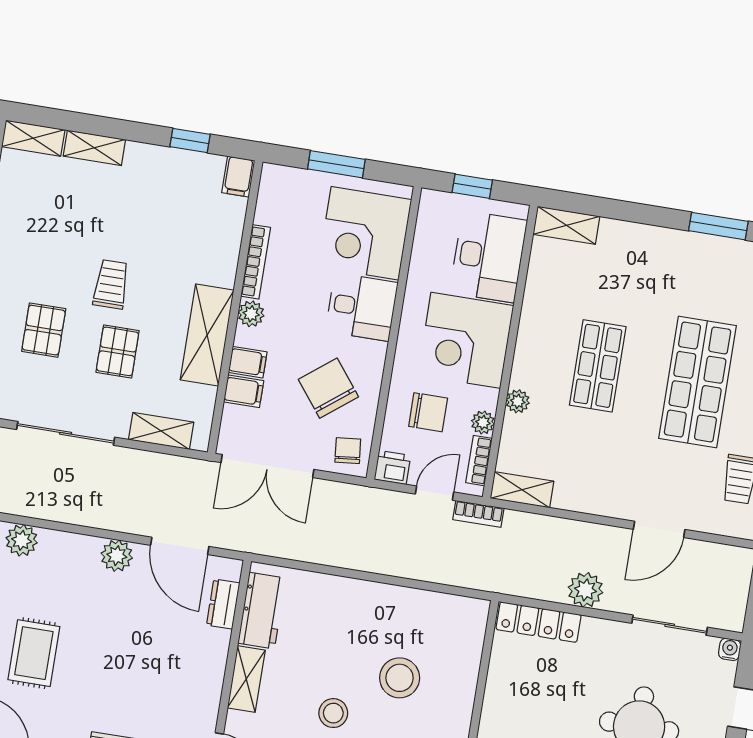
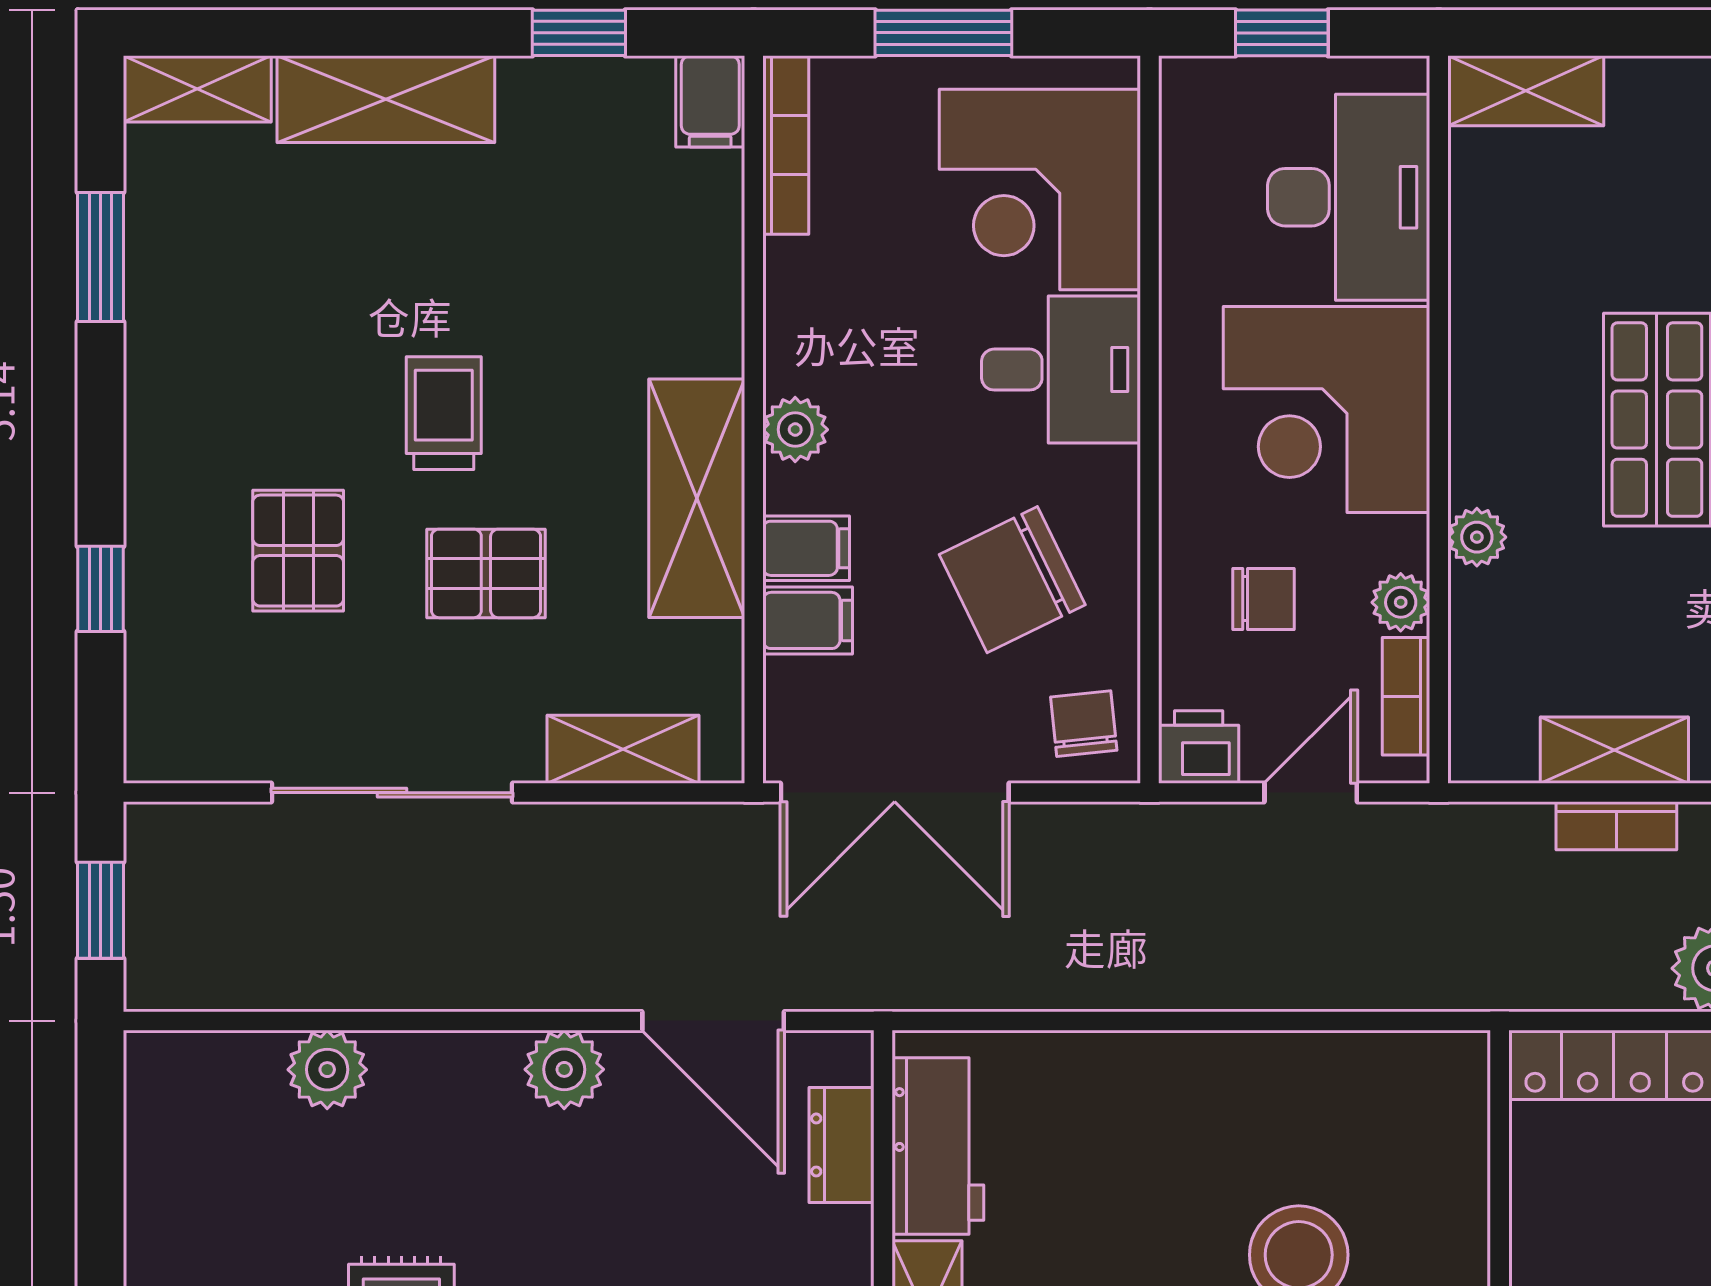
shelving: (94, 148) -> (386, 99), width x1.50, depth x1.33
bookcase: (256, 262) -> (786, 145), moved
pallet: (118, 351) -> (486, 573), turned 90
chair: (328, 388) -> (1012, 580), turned -78
chair: (428, 412) -> (1264, 599), width x0.73, depth x0.73
shelving: (522, 490) -> (1614, 750), moved
bookcase: (478, 514) -> (1616, 826), moved

